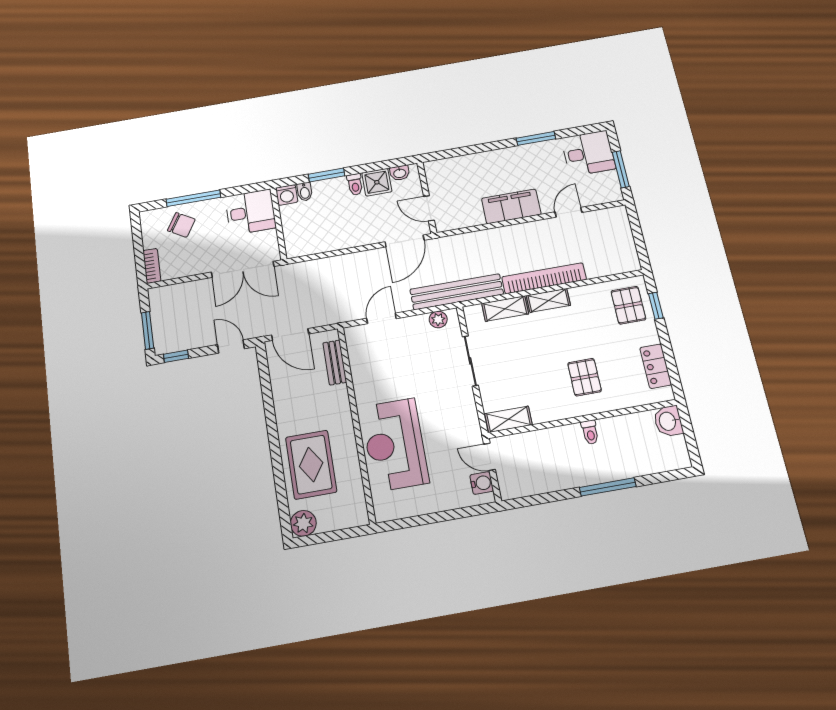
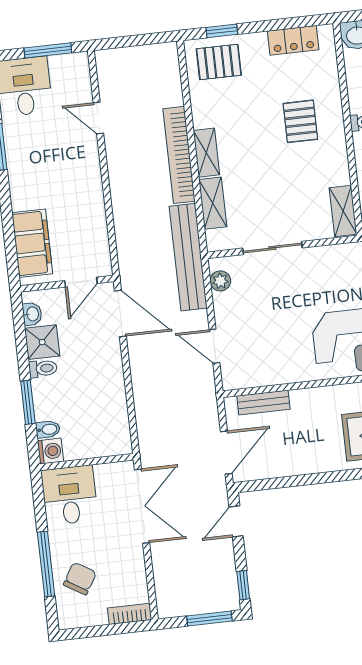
filing cabinet: (511, 206) -> (32, 243), moved, turned 180
pallet: (585, 377) -> (300, 121), turned 90

